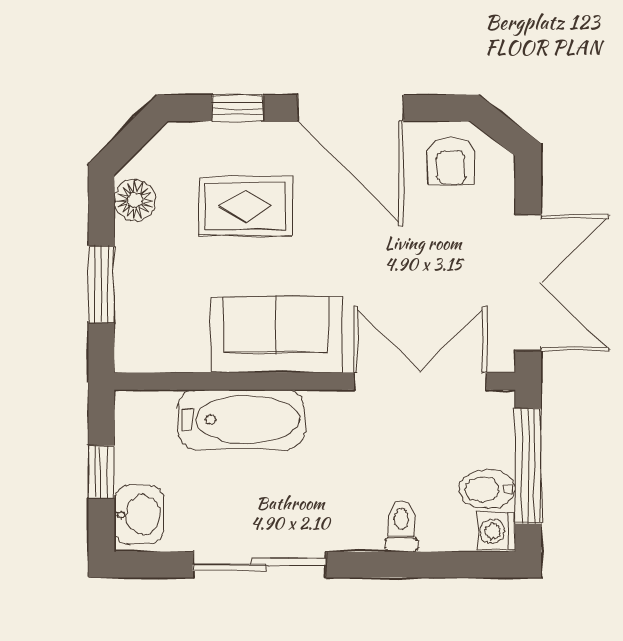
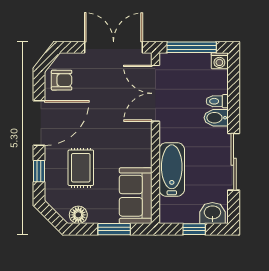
sofa: (276, 335) -> (136, 196), moved
bidet: (487, 489) -> (216, 118), moved, turned 90

